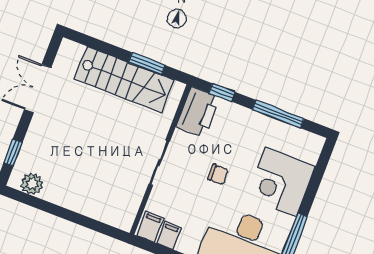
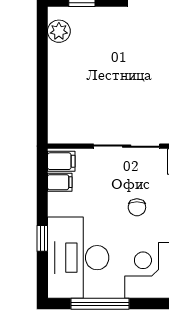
sliding door: (159, 163) -> (127, 146), width x1.37

